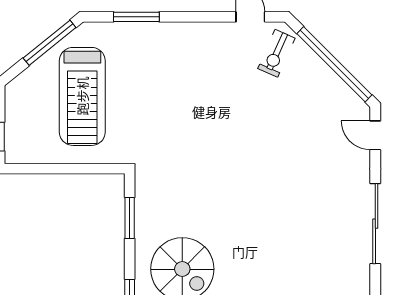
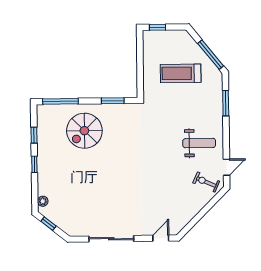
window: (334, 64) -> (200, 215), removed
weight bench: (207, 65) -> (199, 143), added
treadmill: (82, 96) -> (181, 73), width x0.73, depth x0.73

